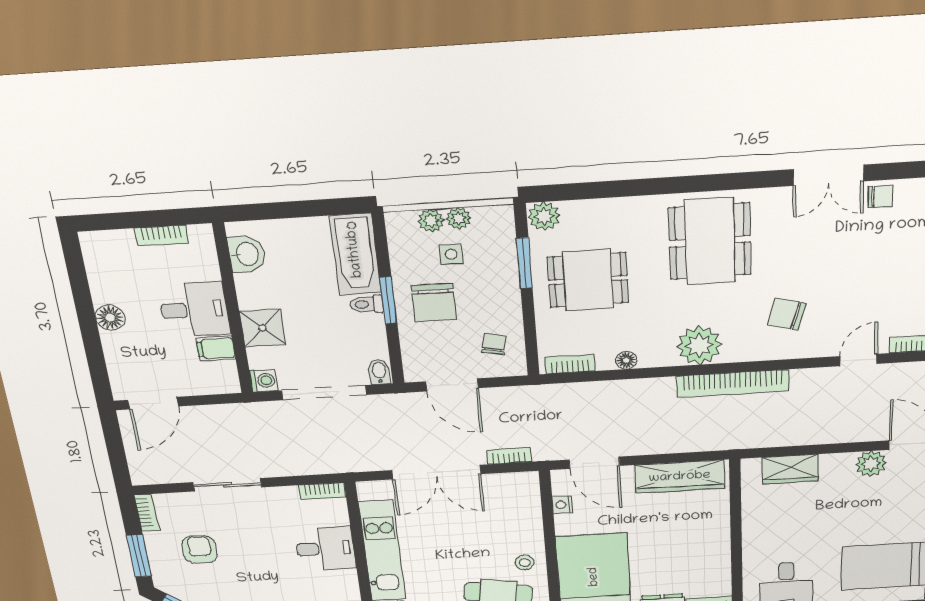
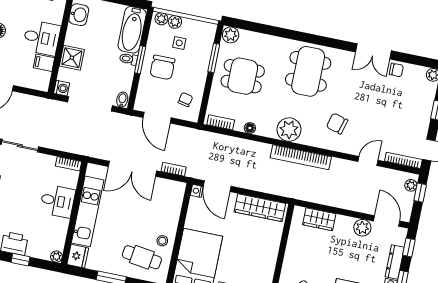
plant: (459, 218) -> (161, 19), moved
nightstand: (562, 505) -> (197, 191), moved

